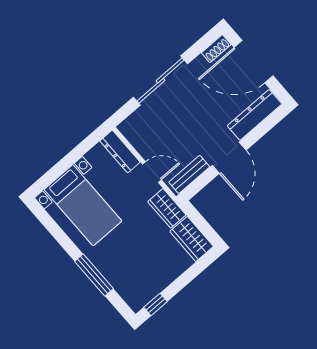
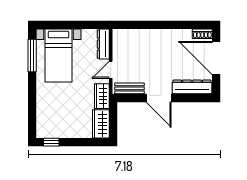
sliding door: (160, 81) -> (158, 25), removed
door: (229, 158) -> (159, 98), hinge flipped
door: (152, 172) -> (111, 70), swing flipped
window: (94, 275) -> (32, 55), moved

